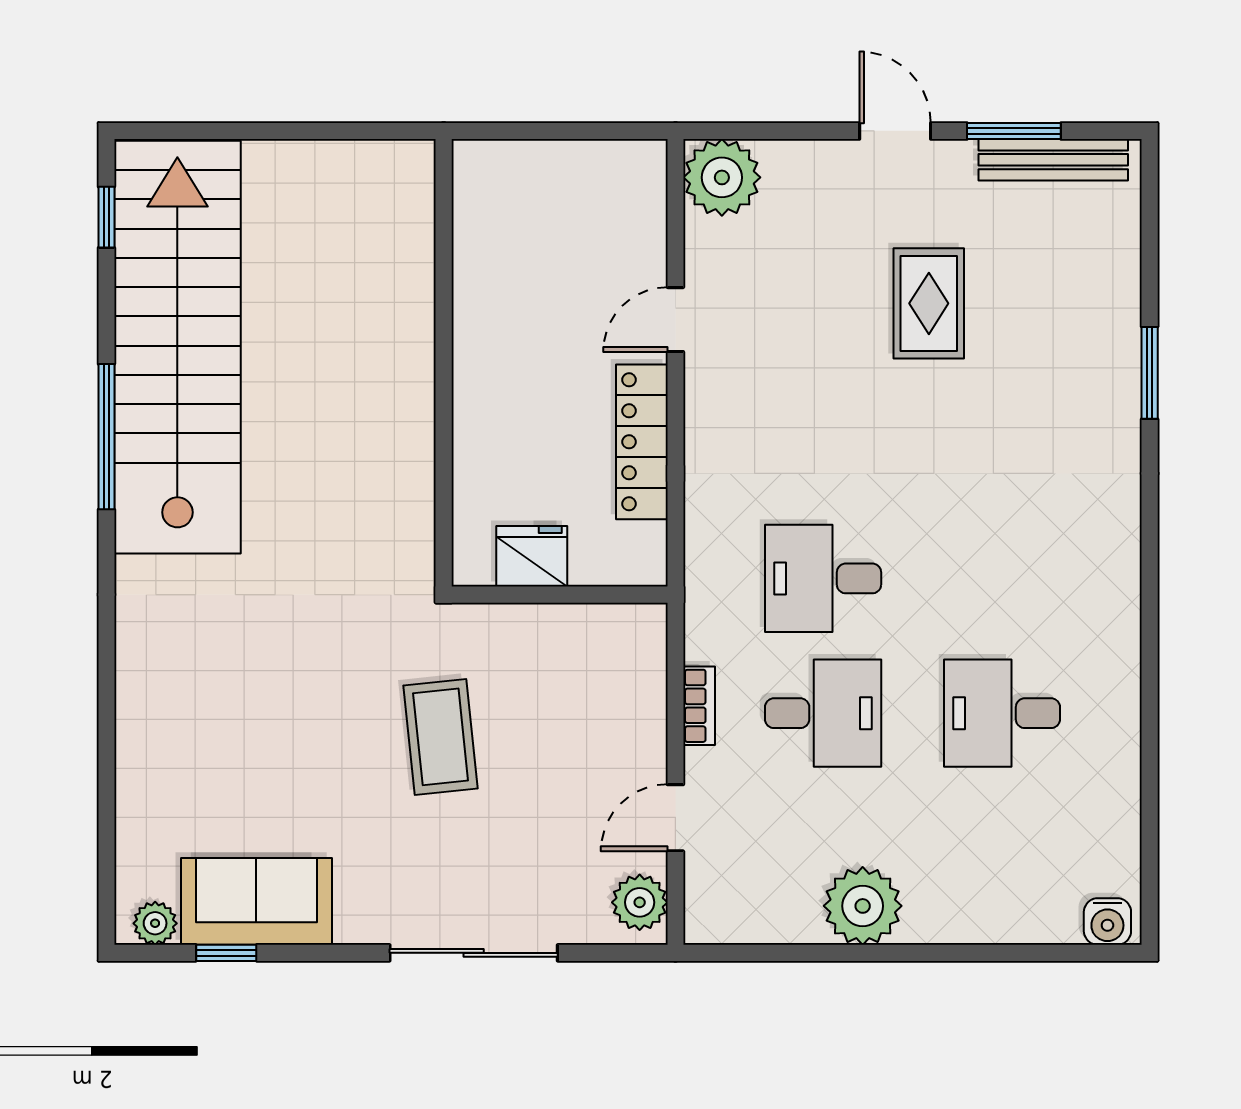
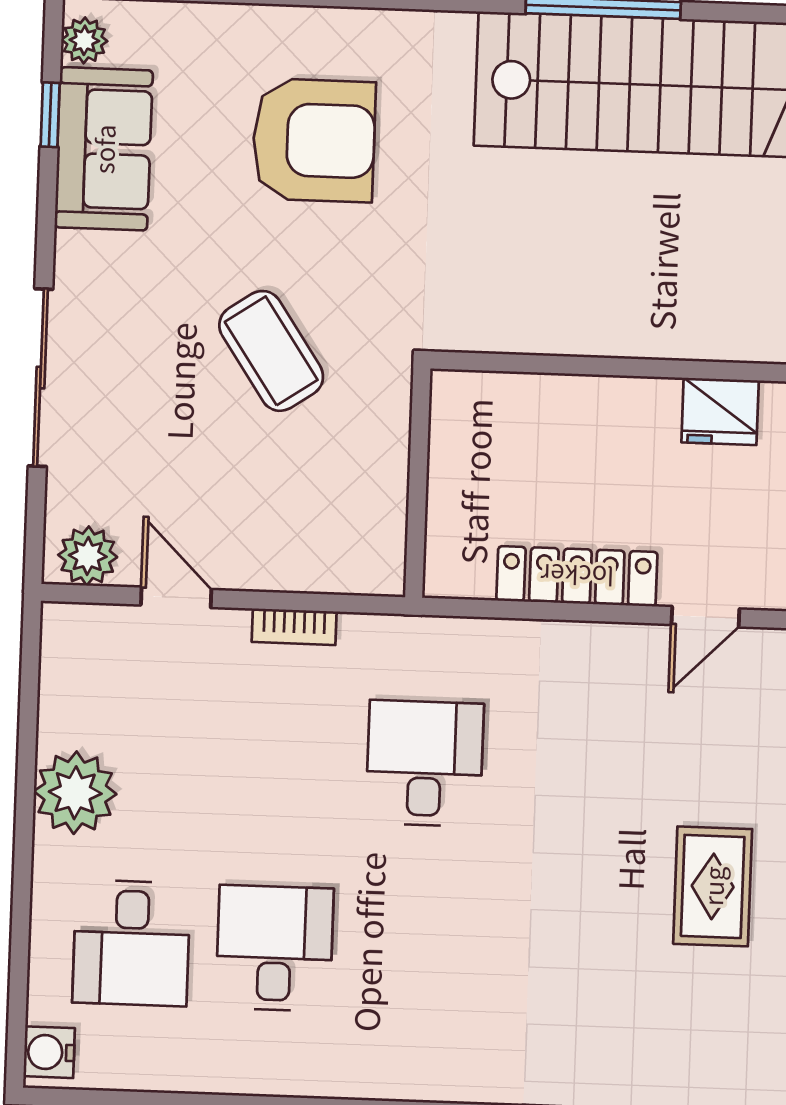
rug: (929, 303) -> (713, 886), turned 90
door: (675, 320) -> (705, 617), swing flipped
fridge: (532, 556) -> (720, 411), moved, turned 90
armchair: (241, 704) -> (314, 140), added
desk: (823, 713) -> (131, 943), moved
coffee table: (441, 737) -> (271, 351), turned 62

